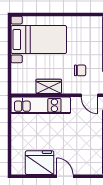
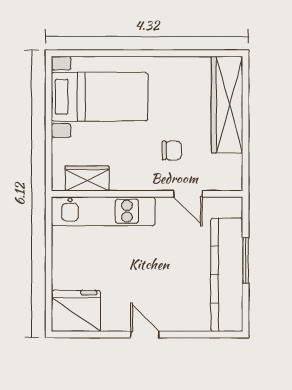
wardrobe: (49, 86) -> (87, 178), moved
fridge: (40, 163) -> (76, 311), moved

